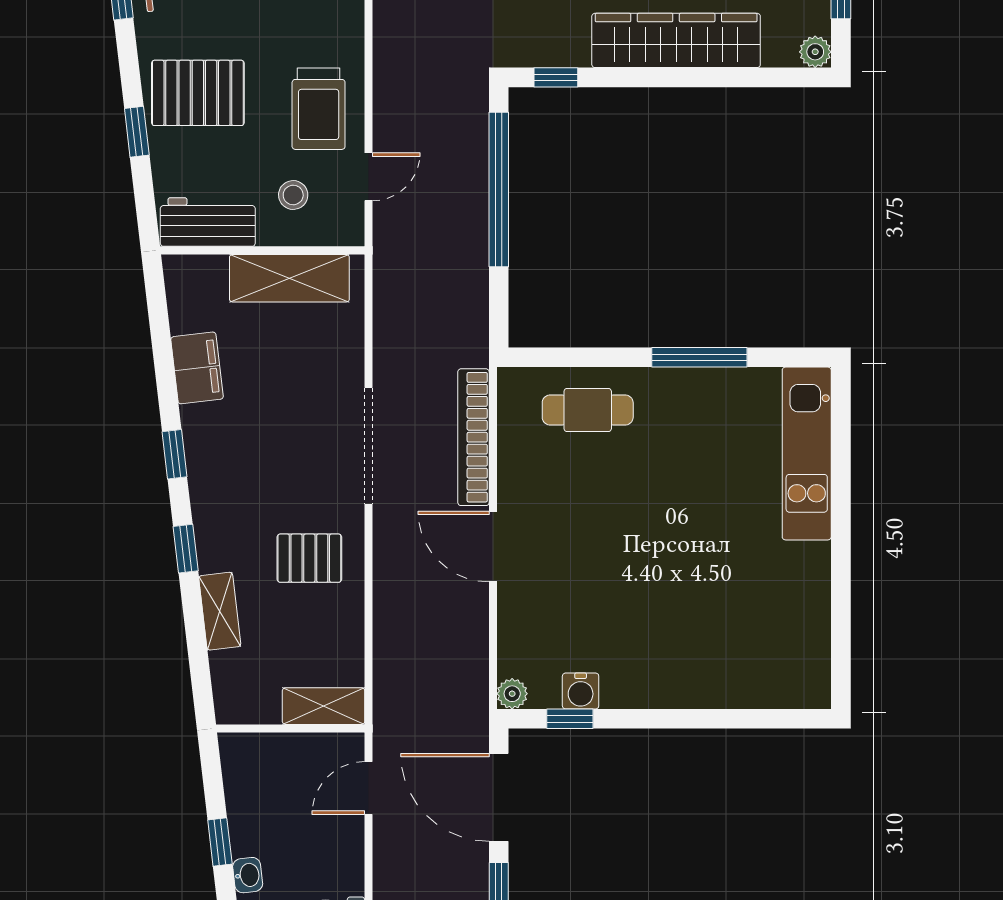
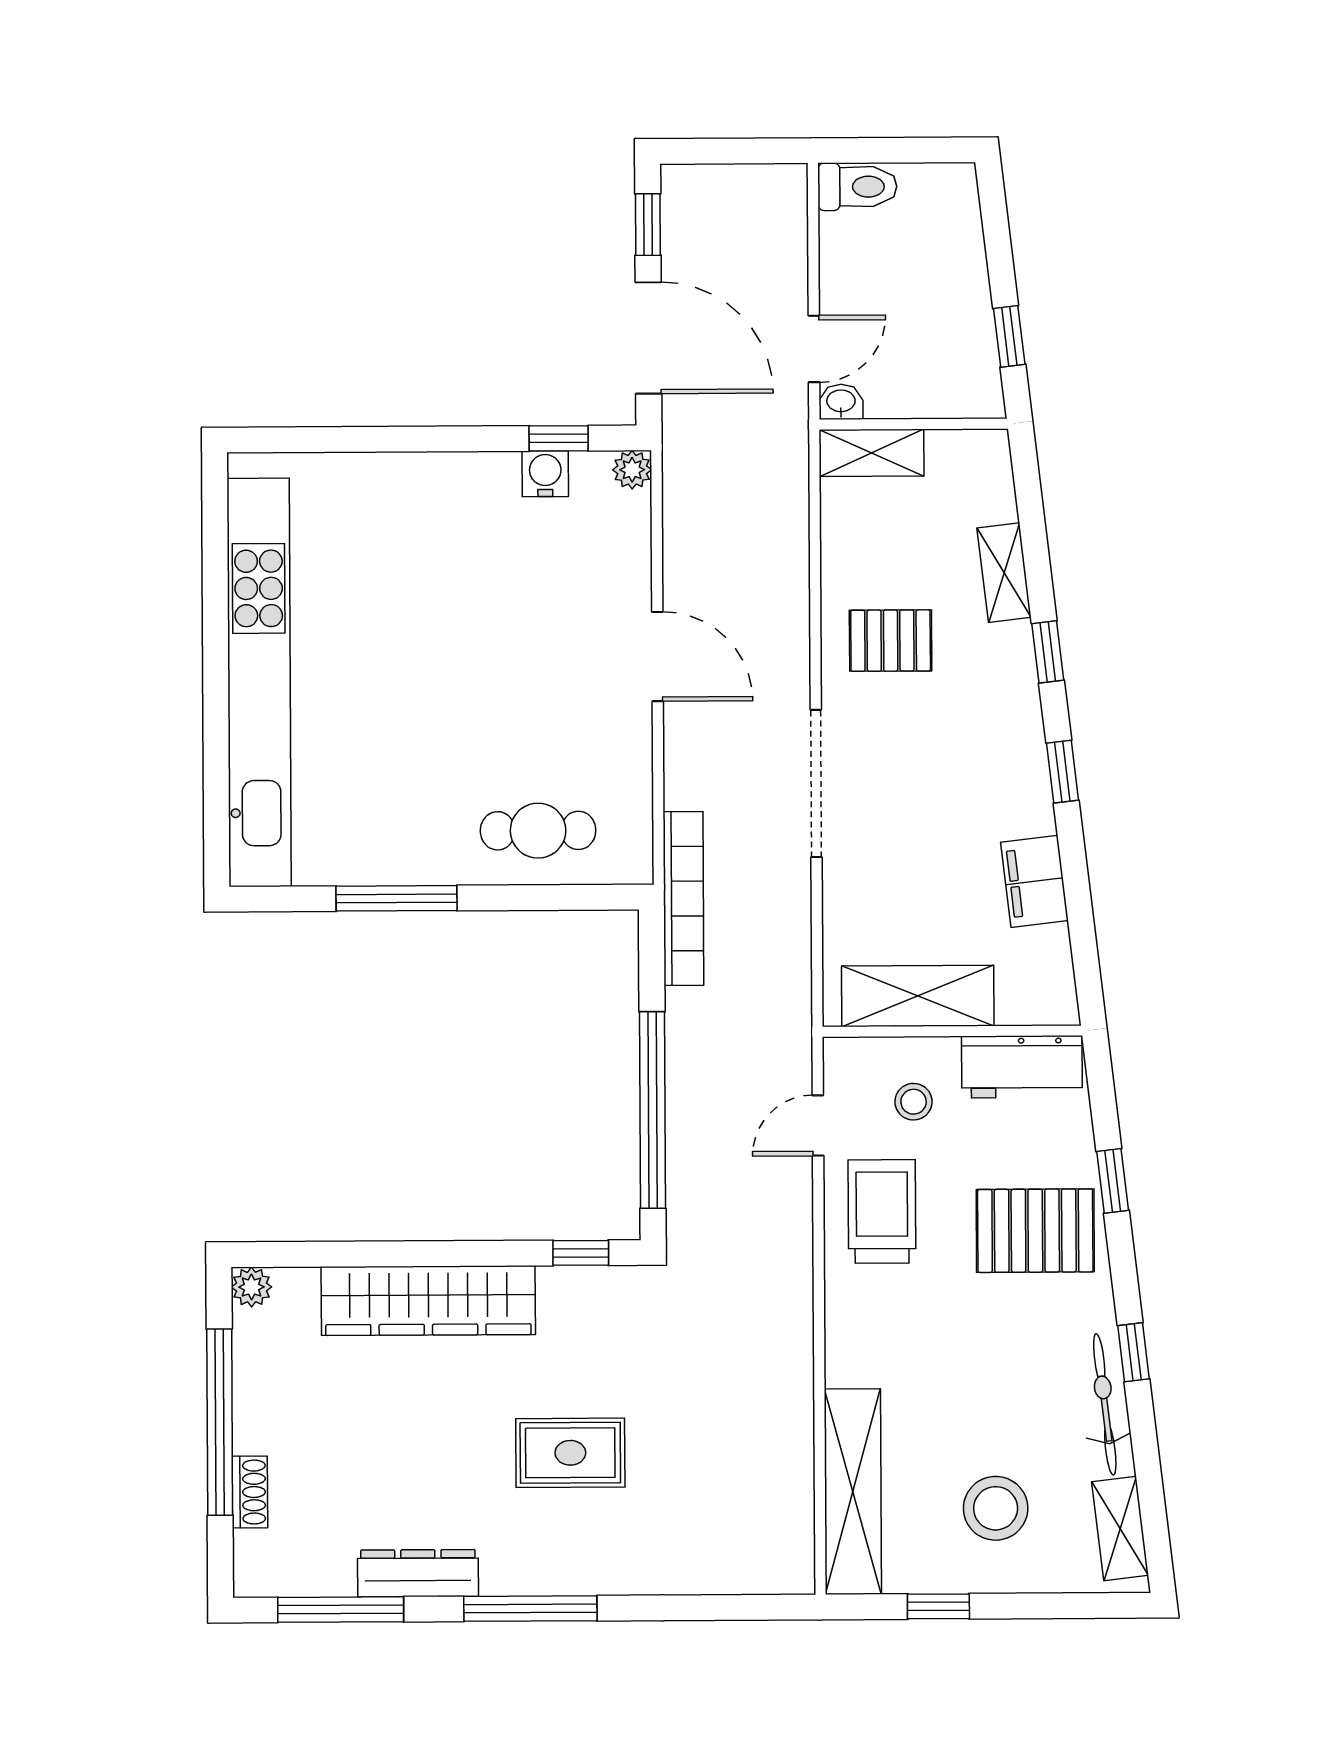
bookcase: (473, 437) -> (683, 898), moved
kitchen unit: (807, 454) -> (259, 682), width x1.86
window: (220, 842) -> (1009, 336), moved
washbasin: (248, 875) -> (841, 402), moved, turned 97

